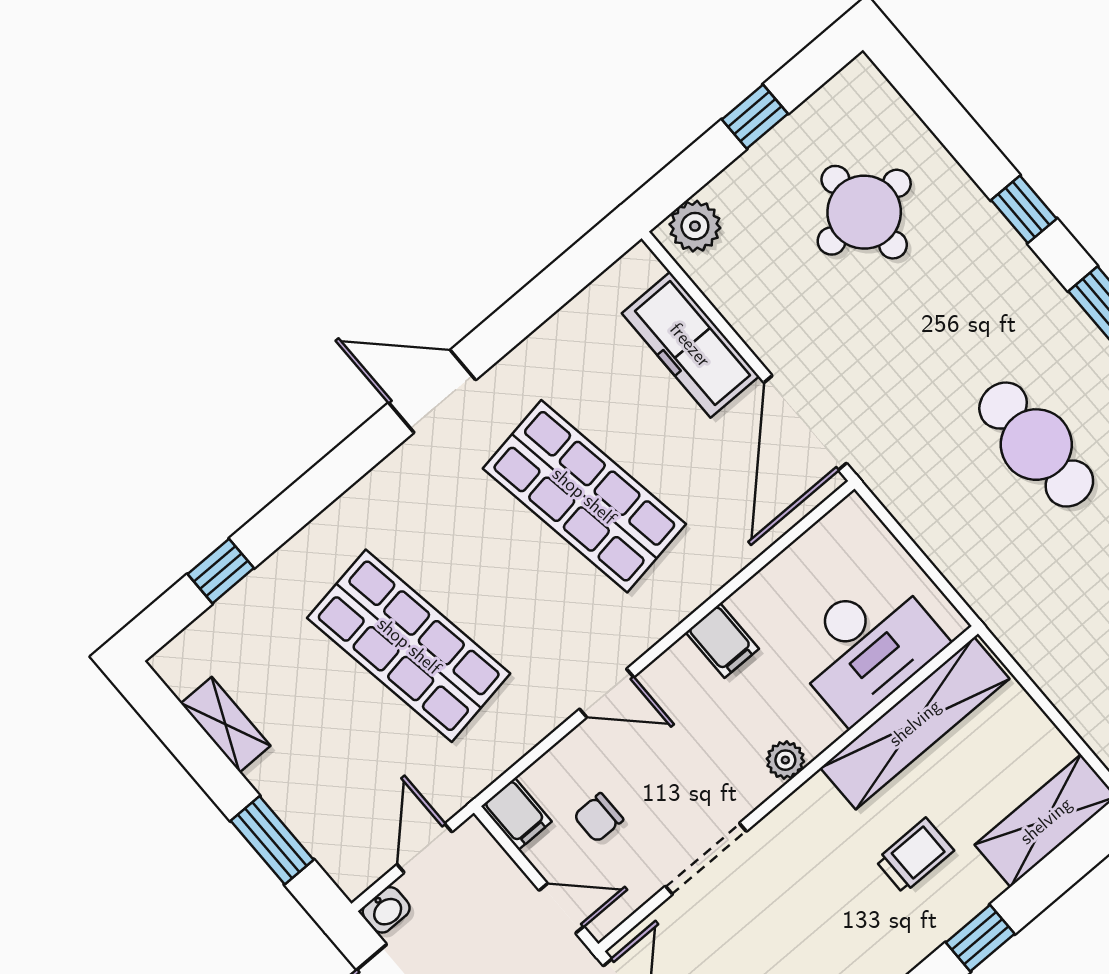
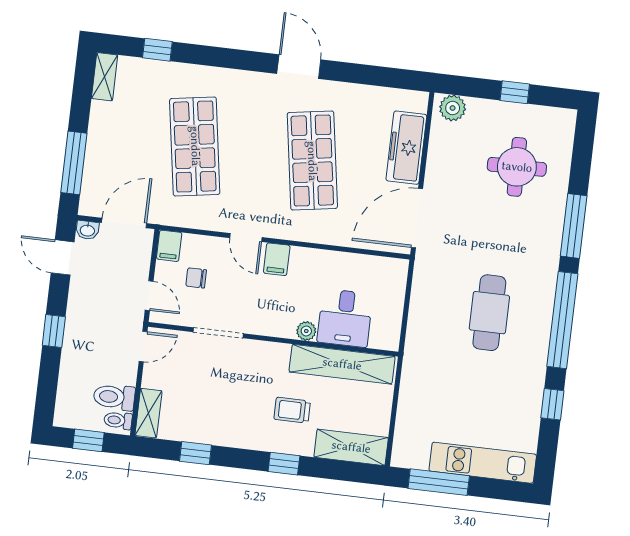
window: (1024, 209) -> (574, 226), width x2.17
filing cabinet: (722, 641) -> (277, 259), moved
desk: (867, 646) -> (345, 318), width x0.73
shelving: (226, 725) -> (105, 77), moved
plant: (785, 760) -> (306, 331), moved
window: (272, 840) -> (74, 163), width x1.44
door: (425, 848) -> (124, 223), width x1.38
trolley: (915, 856) -> (292, 410), turned 180

